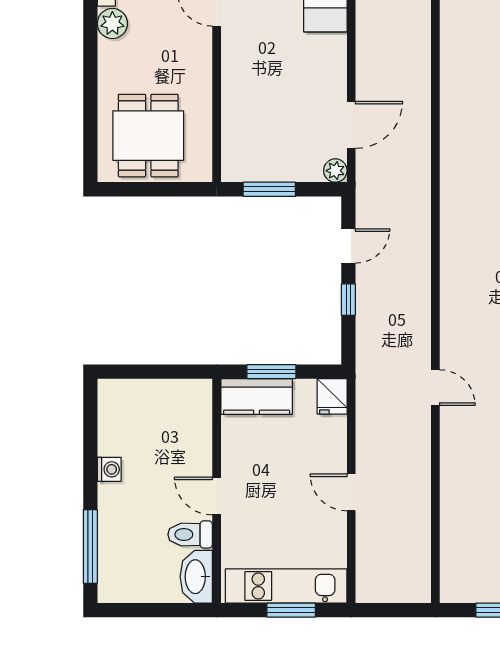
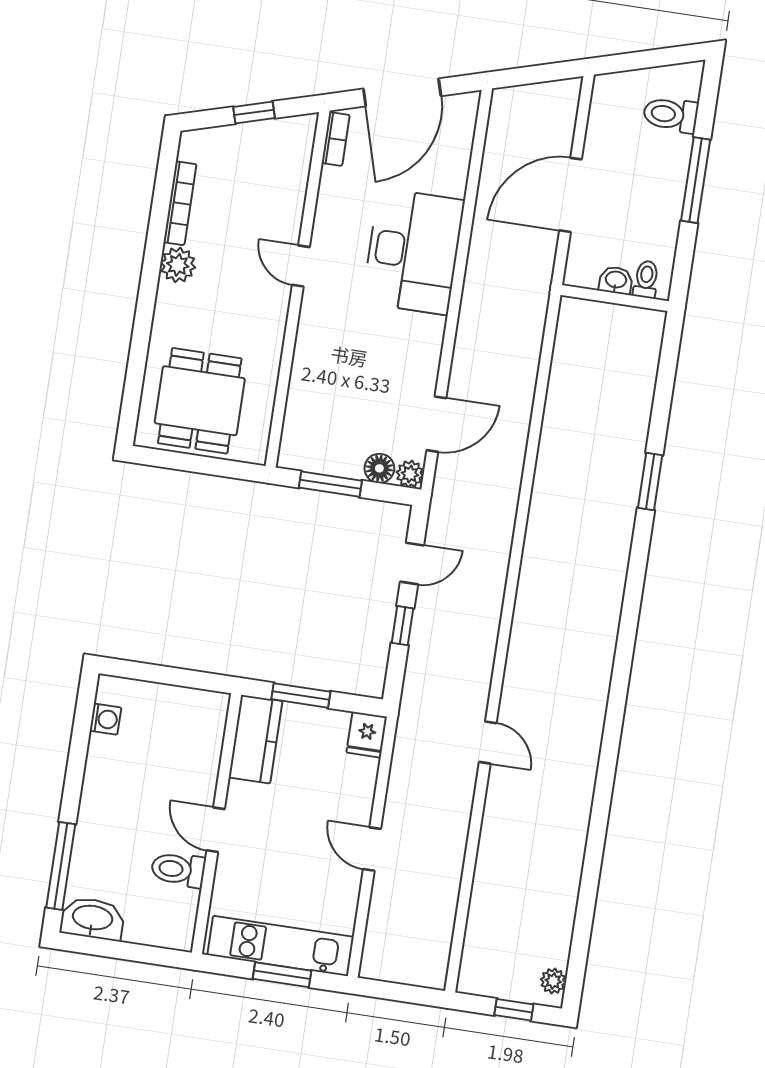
floor lamp: (309, 170) -> (379, 468), added
kitchen counter: (257, 397) -> (256, 739), moved, turned -90
washing machine: (109, 469) -> (105, 719), moved
washbasin: (196, 577) -> (92, 919), moved, turned 90

